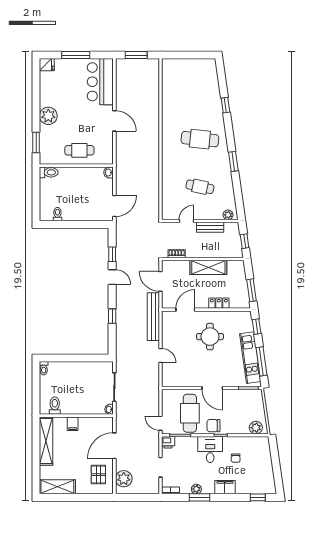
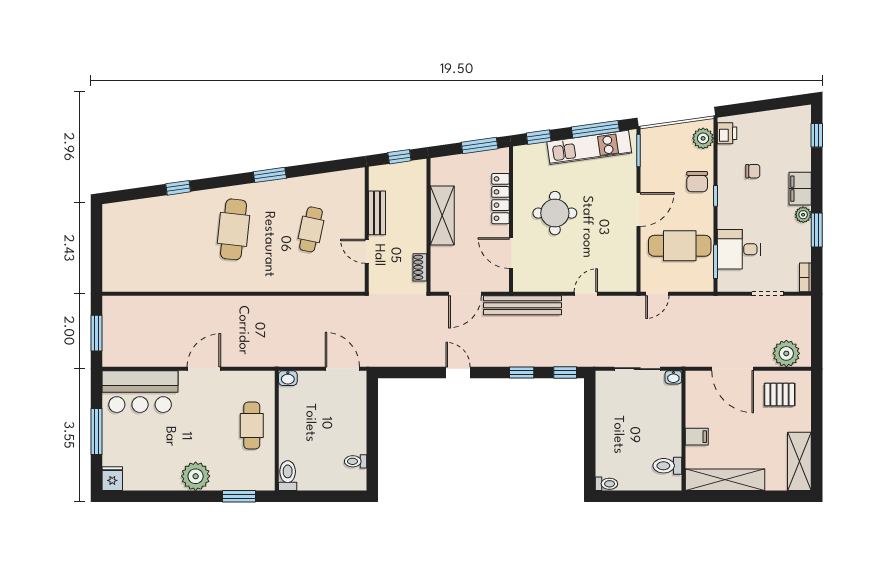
plant: (228, 215) -> (357, 184), removed
window: (112, 254) -> (565, 372), moved
door: (112, 277) -> (458, 372), hinge flipped
locker: (219, 303) -> (500, 199), width x1.53
door: (160, 423) -> (657, 294), moved
chair: (213, 426) -> (697, 182), moved
printer: (168, 442) -> (727, 133), moved
desk: (210, 450) -> (739, 249), moved
plant: (196, 489) -> (803, 215), moved

